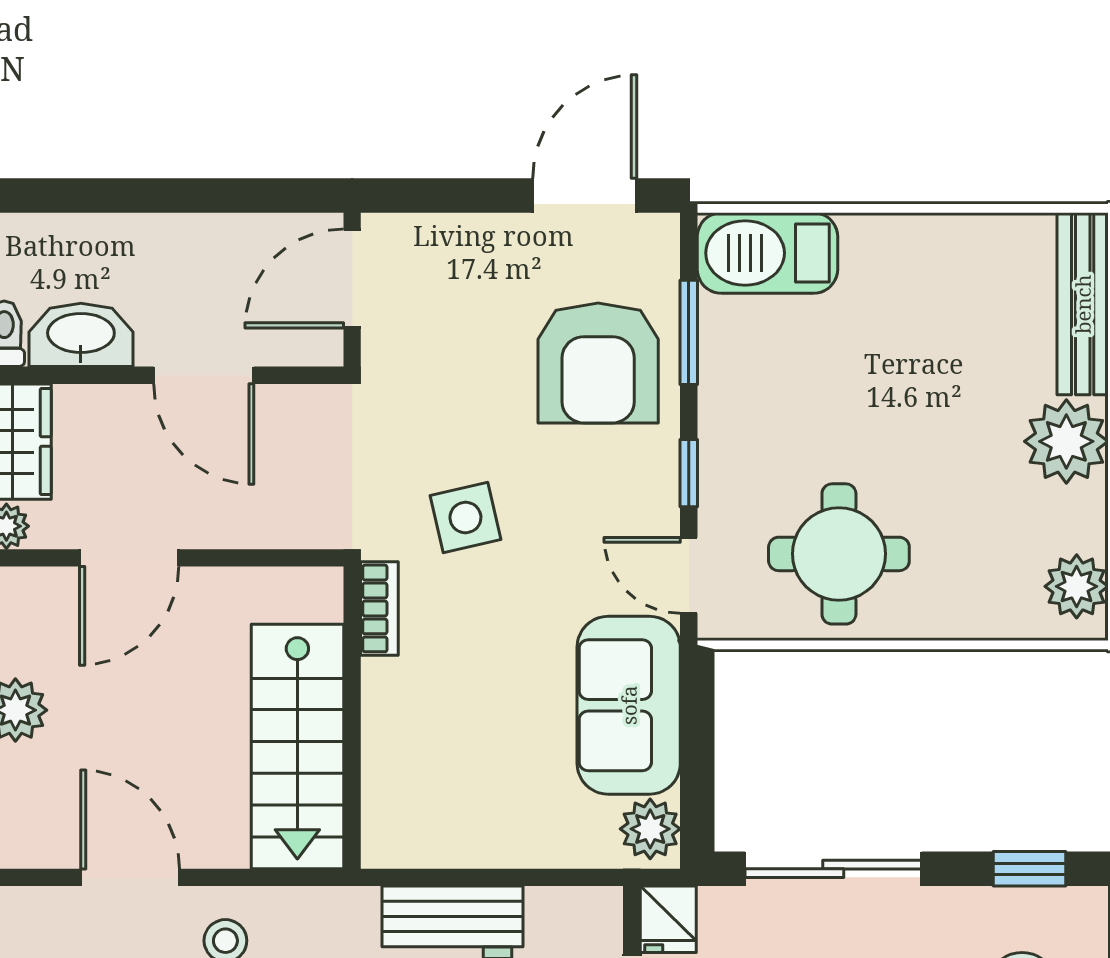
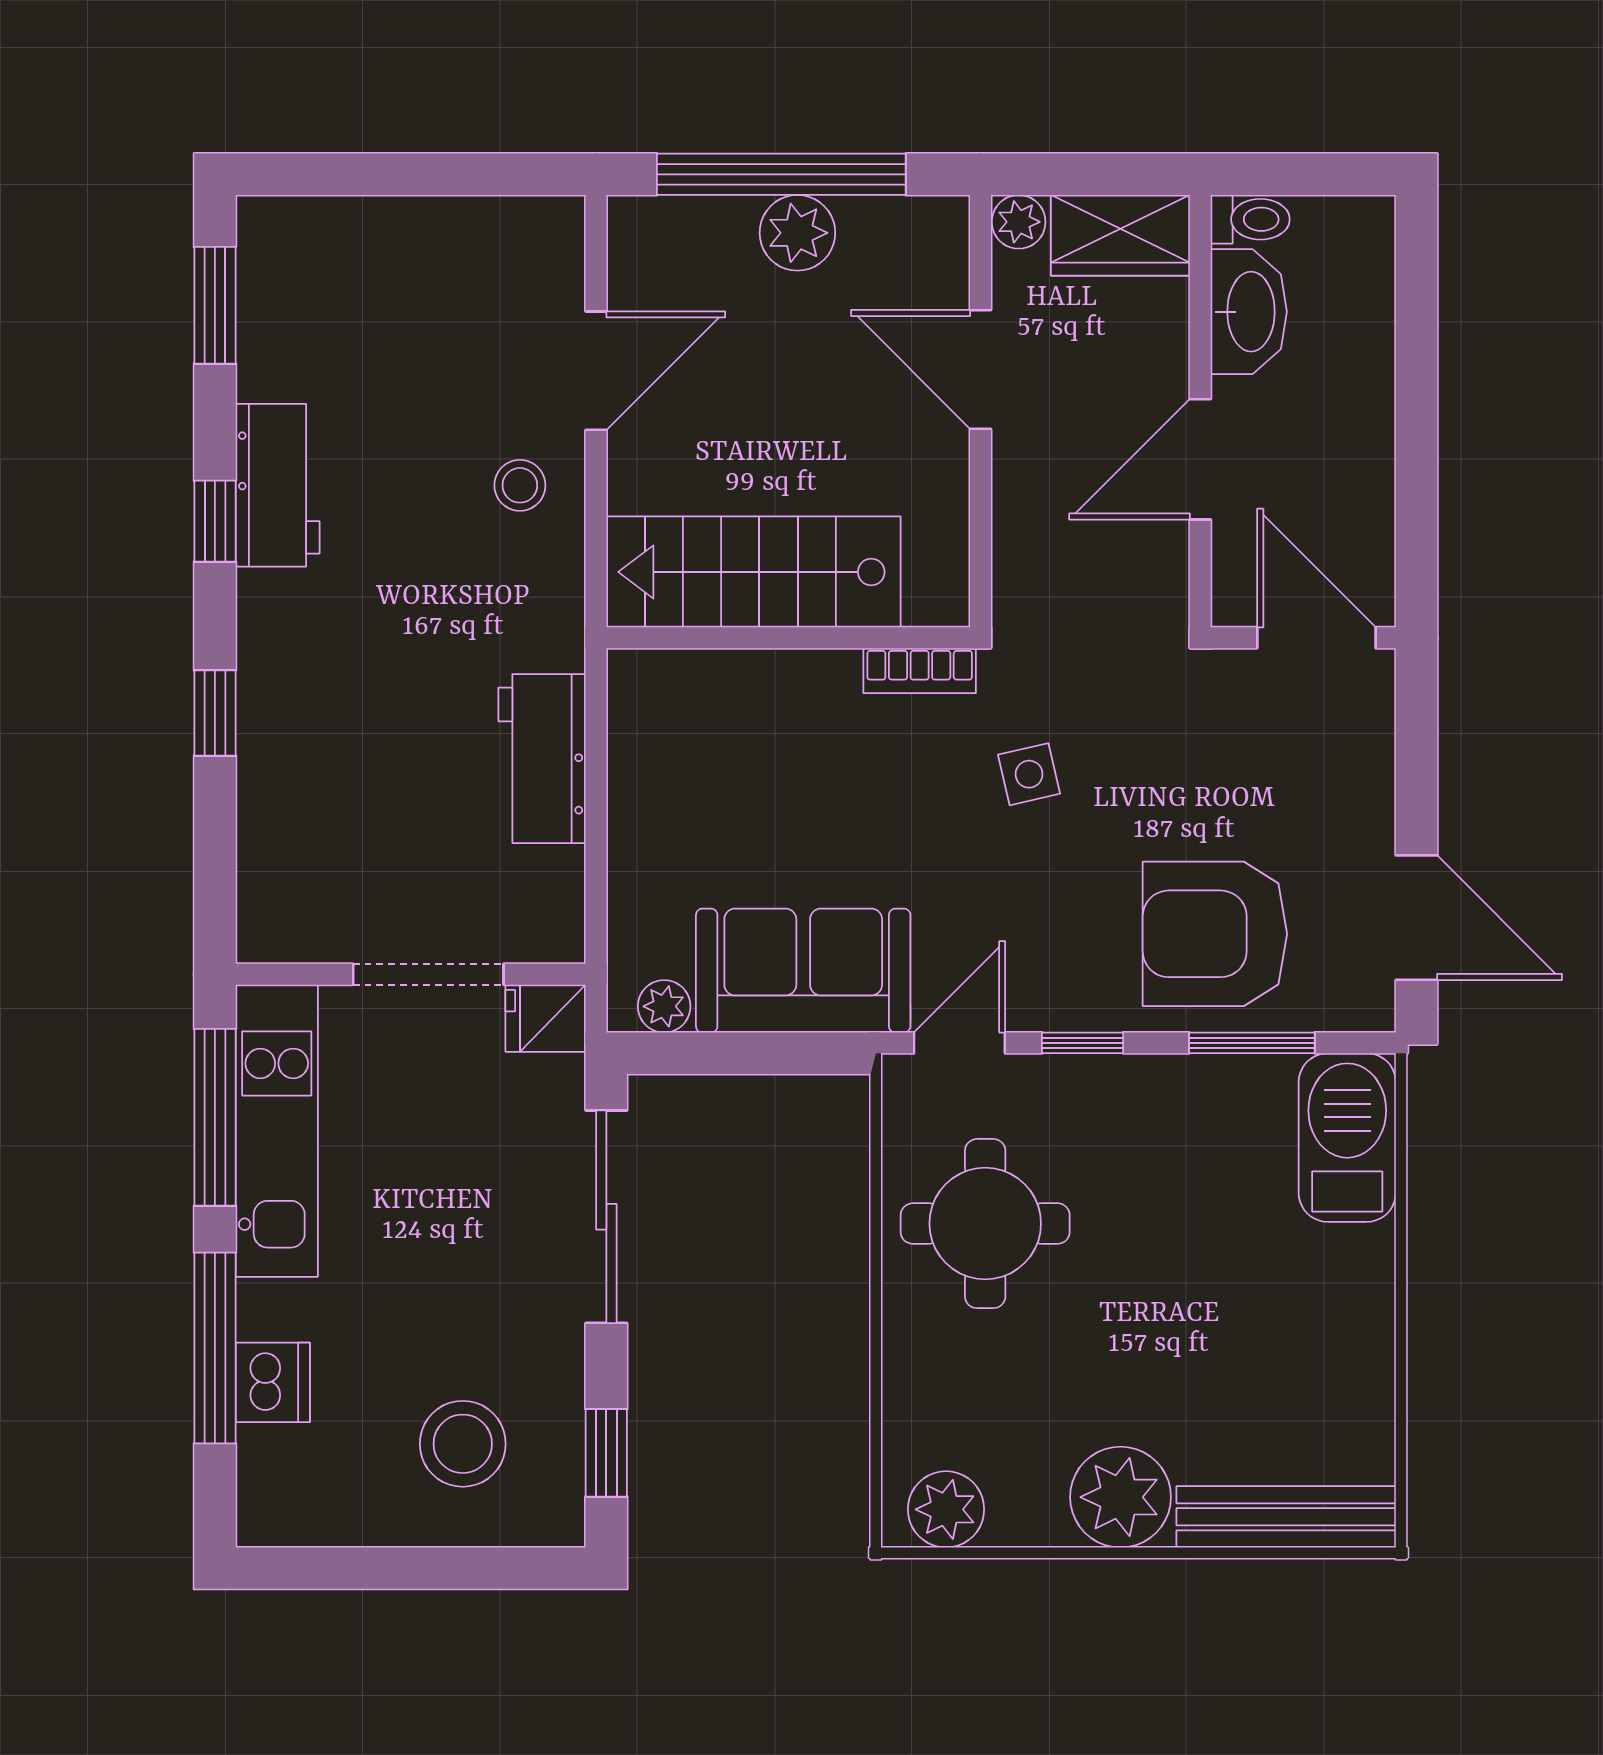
side table: (465, 518) -> (1029, 774), width x0.73, depth x0.73
plant: (650, 829) -> (664, 1006), width x0.73, depth x0.73

